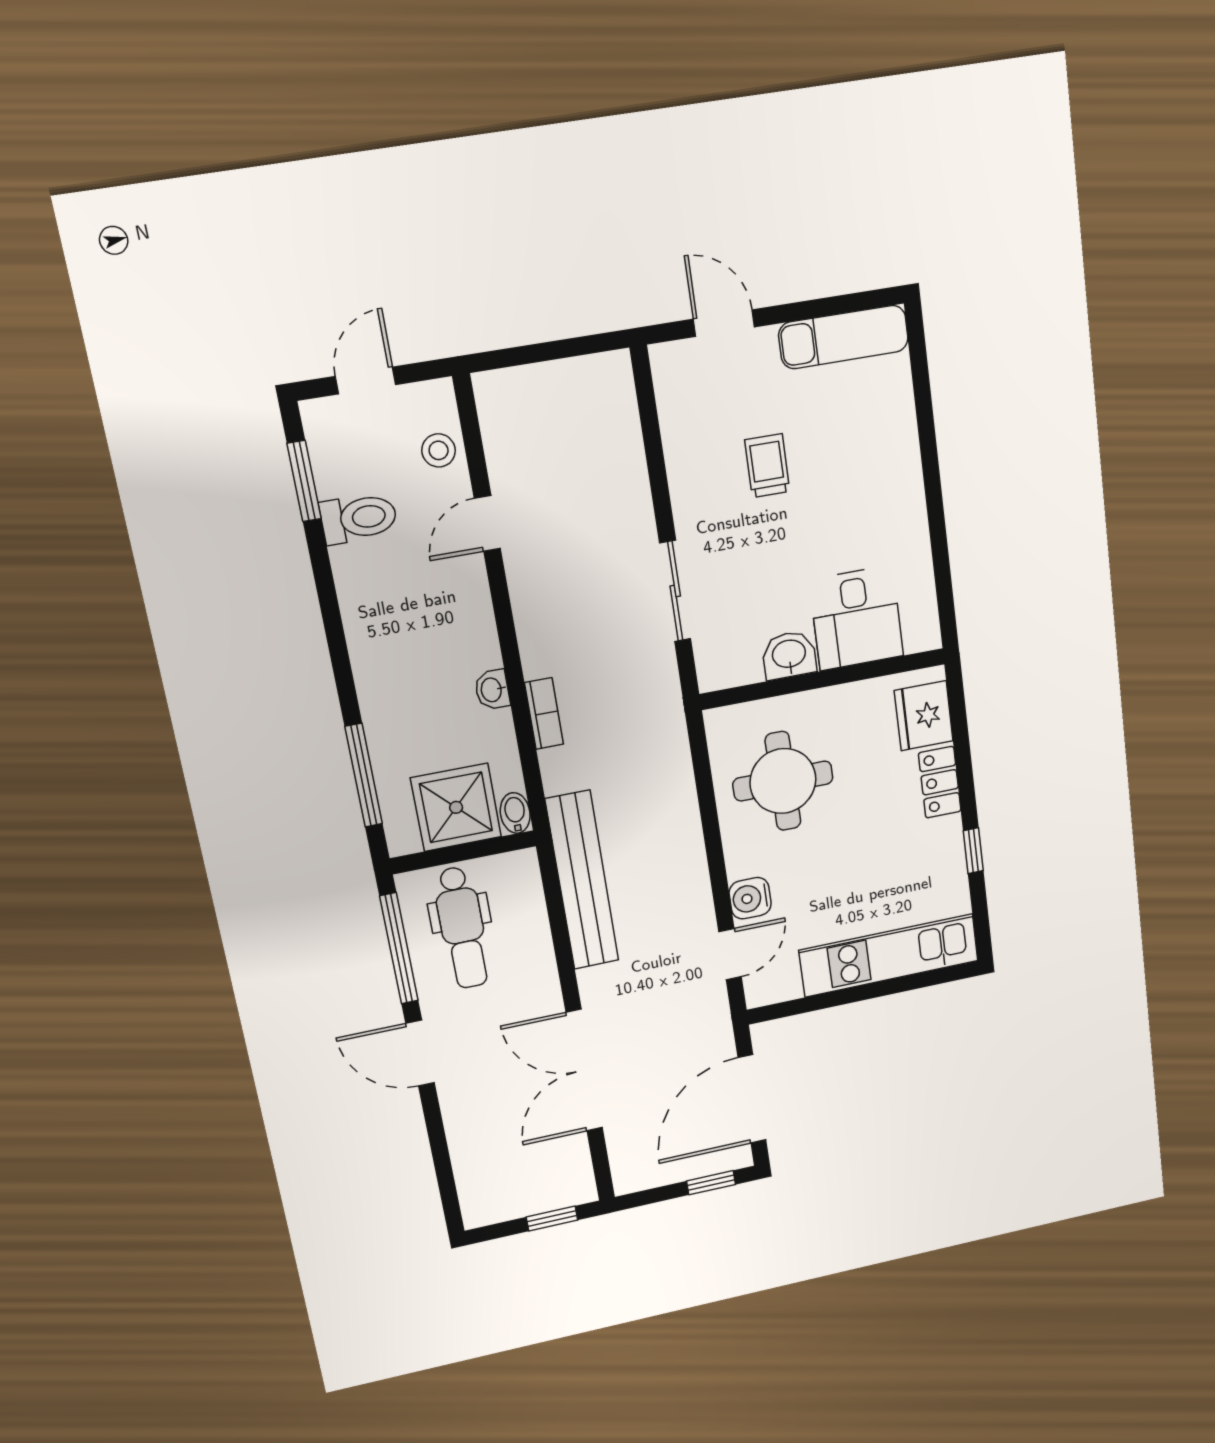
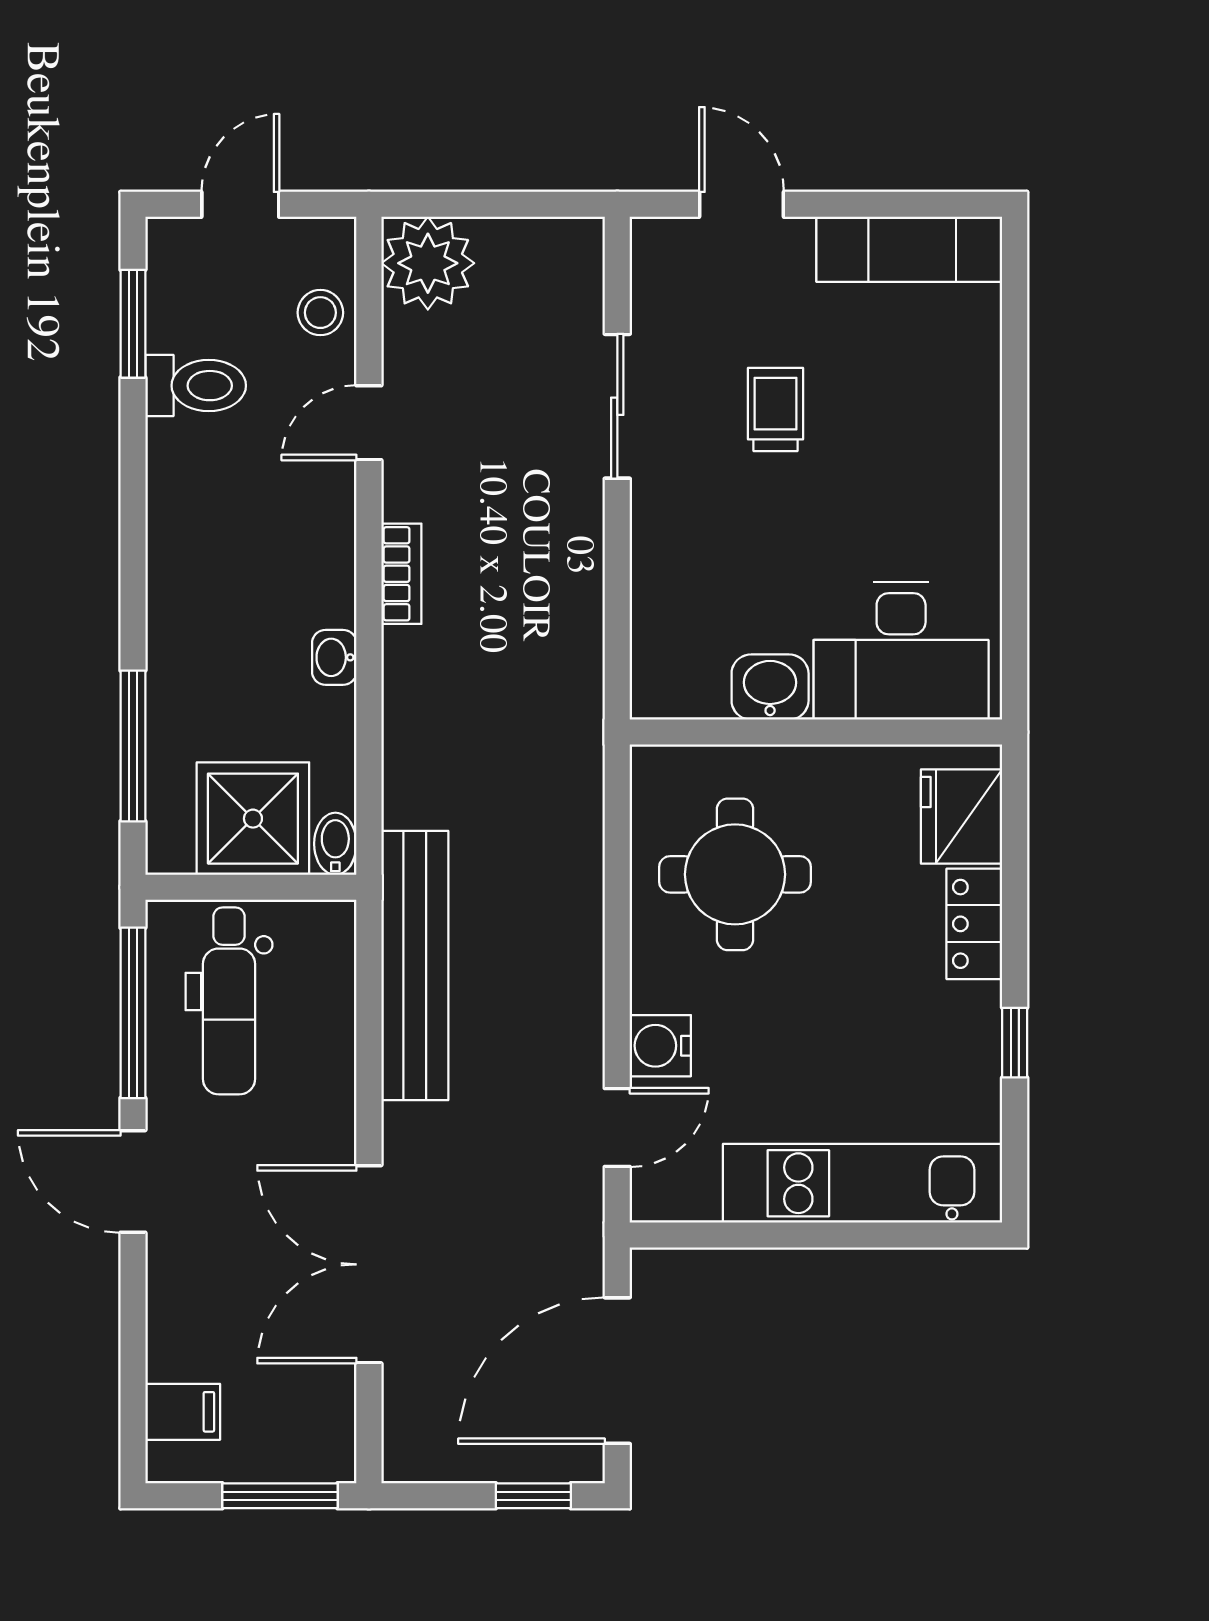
plant: (509, 402) -> (428, 263), added
sliding door: (675, 591) -> (617, 406), moved
desk: (856, 618) -> (901, 651), width x1.37
bookcase: (544, 713) -> (401, 574), moved
filing cabinet: (480, 1184) -> (183, 1412), added
window: (552, 1219) -> (280, 1496), width x1.50

